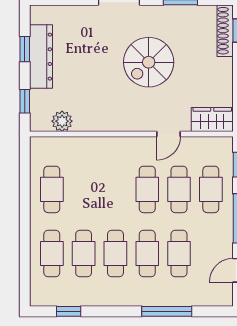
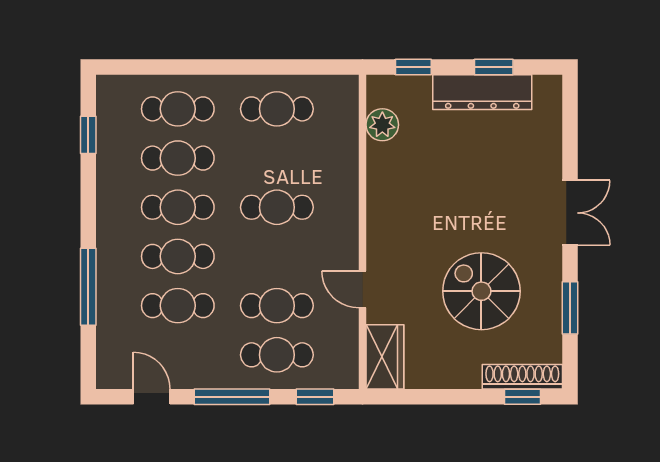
spiral stairs: (149, 62) -> (481, 291), moved
cafe table: (147, 189) -> (277, 207), moved

